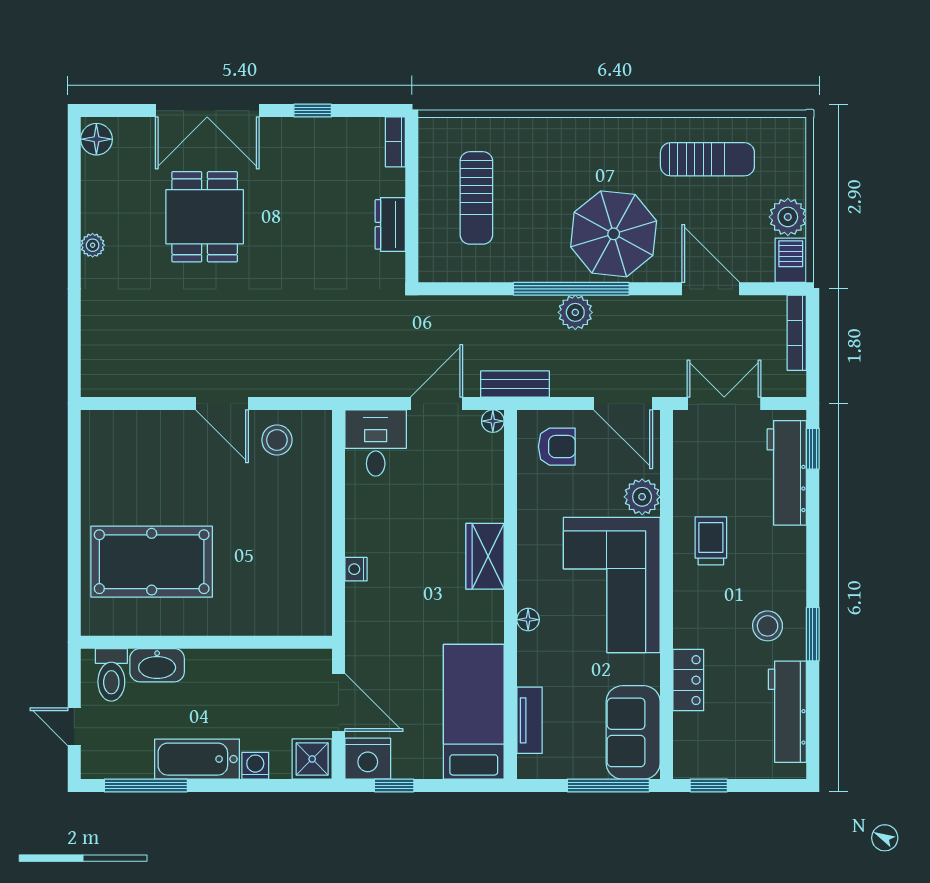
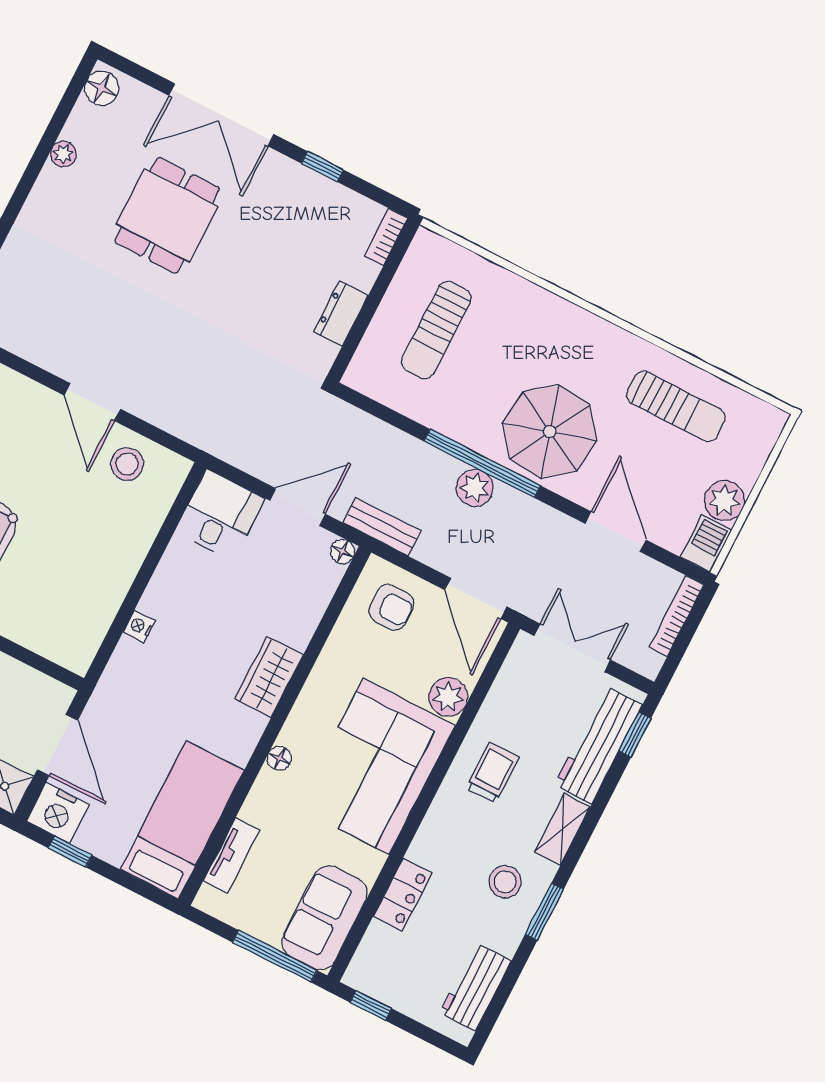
plant: (93, 245) -> (63, 154), moved
shelving: (793, 558) -> (562, 829), added
workbench: (787, 712) -> (475, 987), width x0.73

